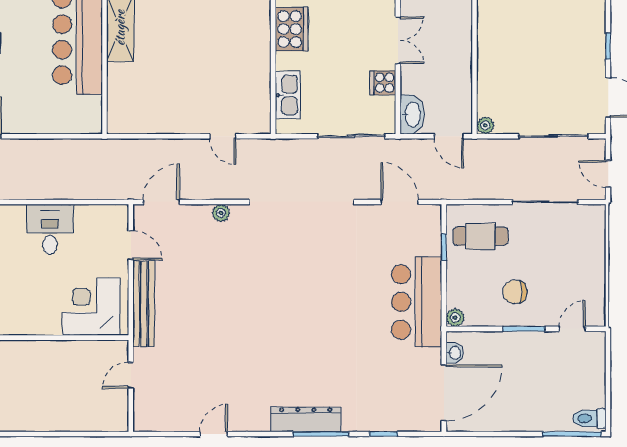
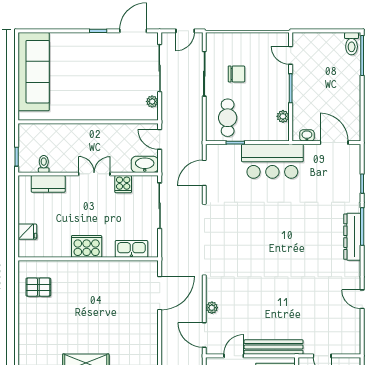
plant: (485, 125) -> (152, 101), moved
door: (223, 136) -> (160, 293), width x1.88
door: (449, 136) -> (160, 139), swing flipped
plant: (221, 213) -> (212, 308), moved
chair: (515, 292) -> (236, 74), moved, turned -90
plant: (455, 318) -> (283, 116), moved
door: (444, 393) -> (334, 143), width x0.73

